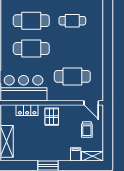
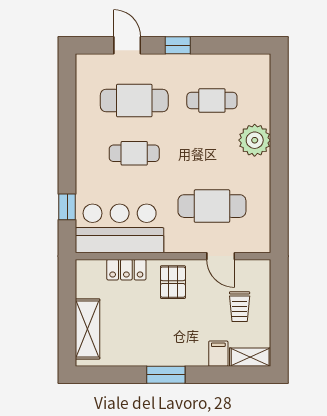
plant: (95, 42) -> (255, 140), added
cafe table: (31, 49) -> (134, 153), width x0.73, depth x0.74
door: (91, 103) -> (221, 256), moved

